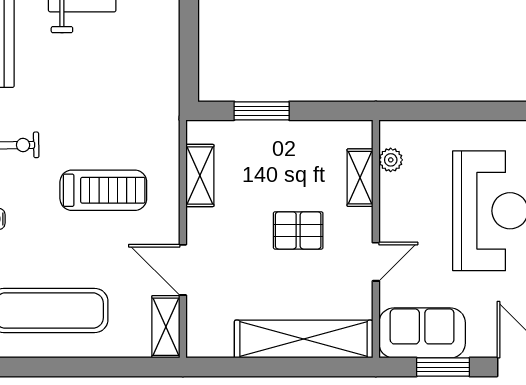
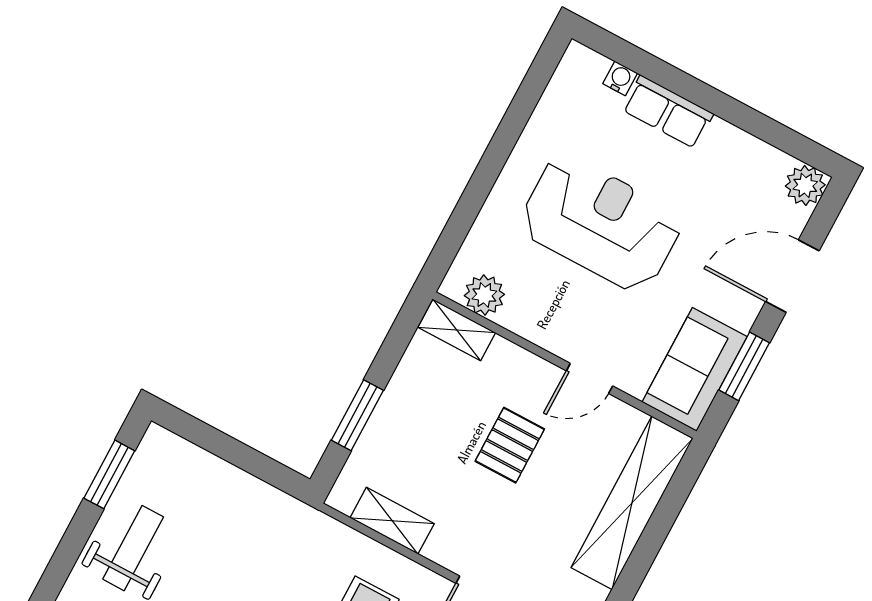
plant: (391, 160) -> (484, 295), width x1.38, depth x1.38
shelving: (360, 178) -> (457, 330), moved
door: (376, 262) -> (589, 378), swing flipped

